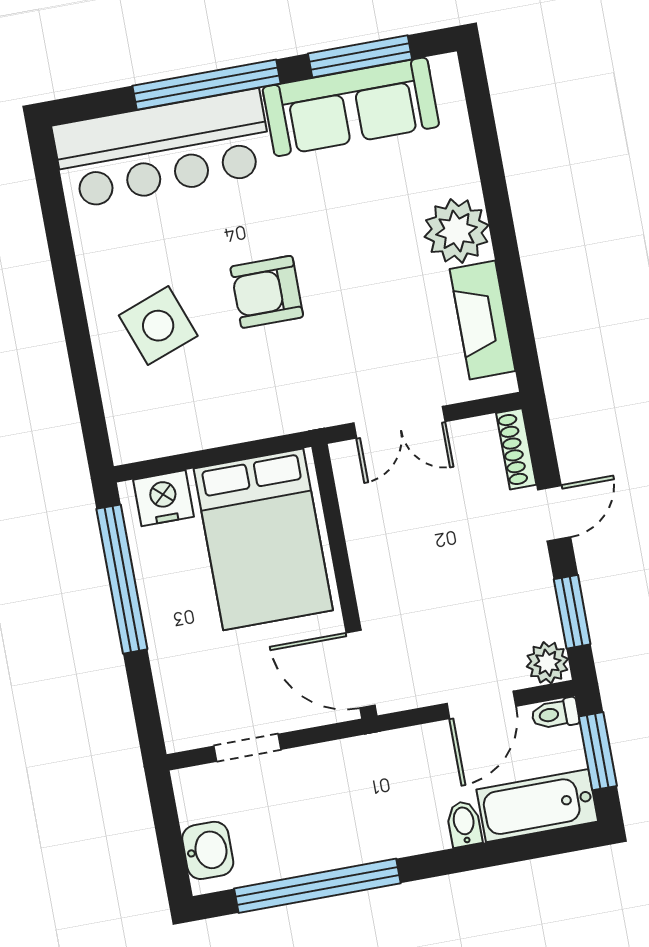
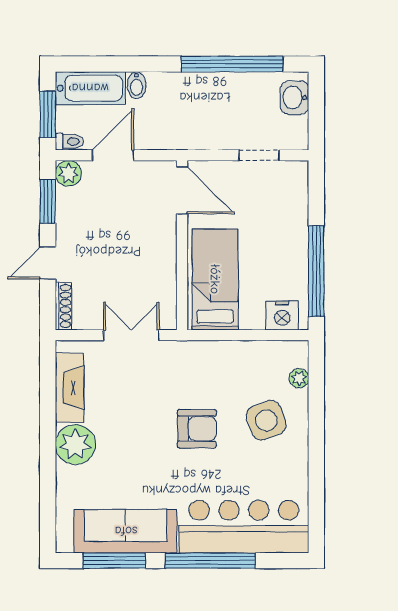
plant: (118, 403) -> (299, 378), added
bed: (263, 539) -> (215, 279), width x0.67

